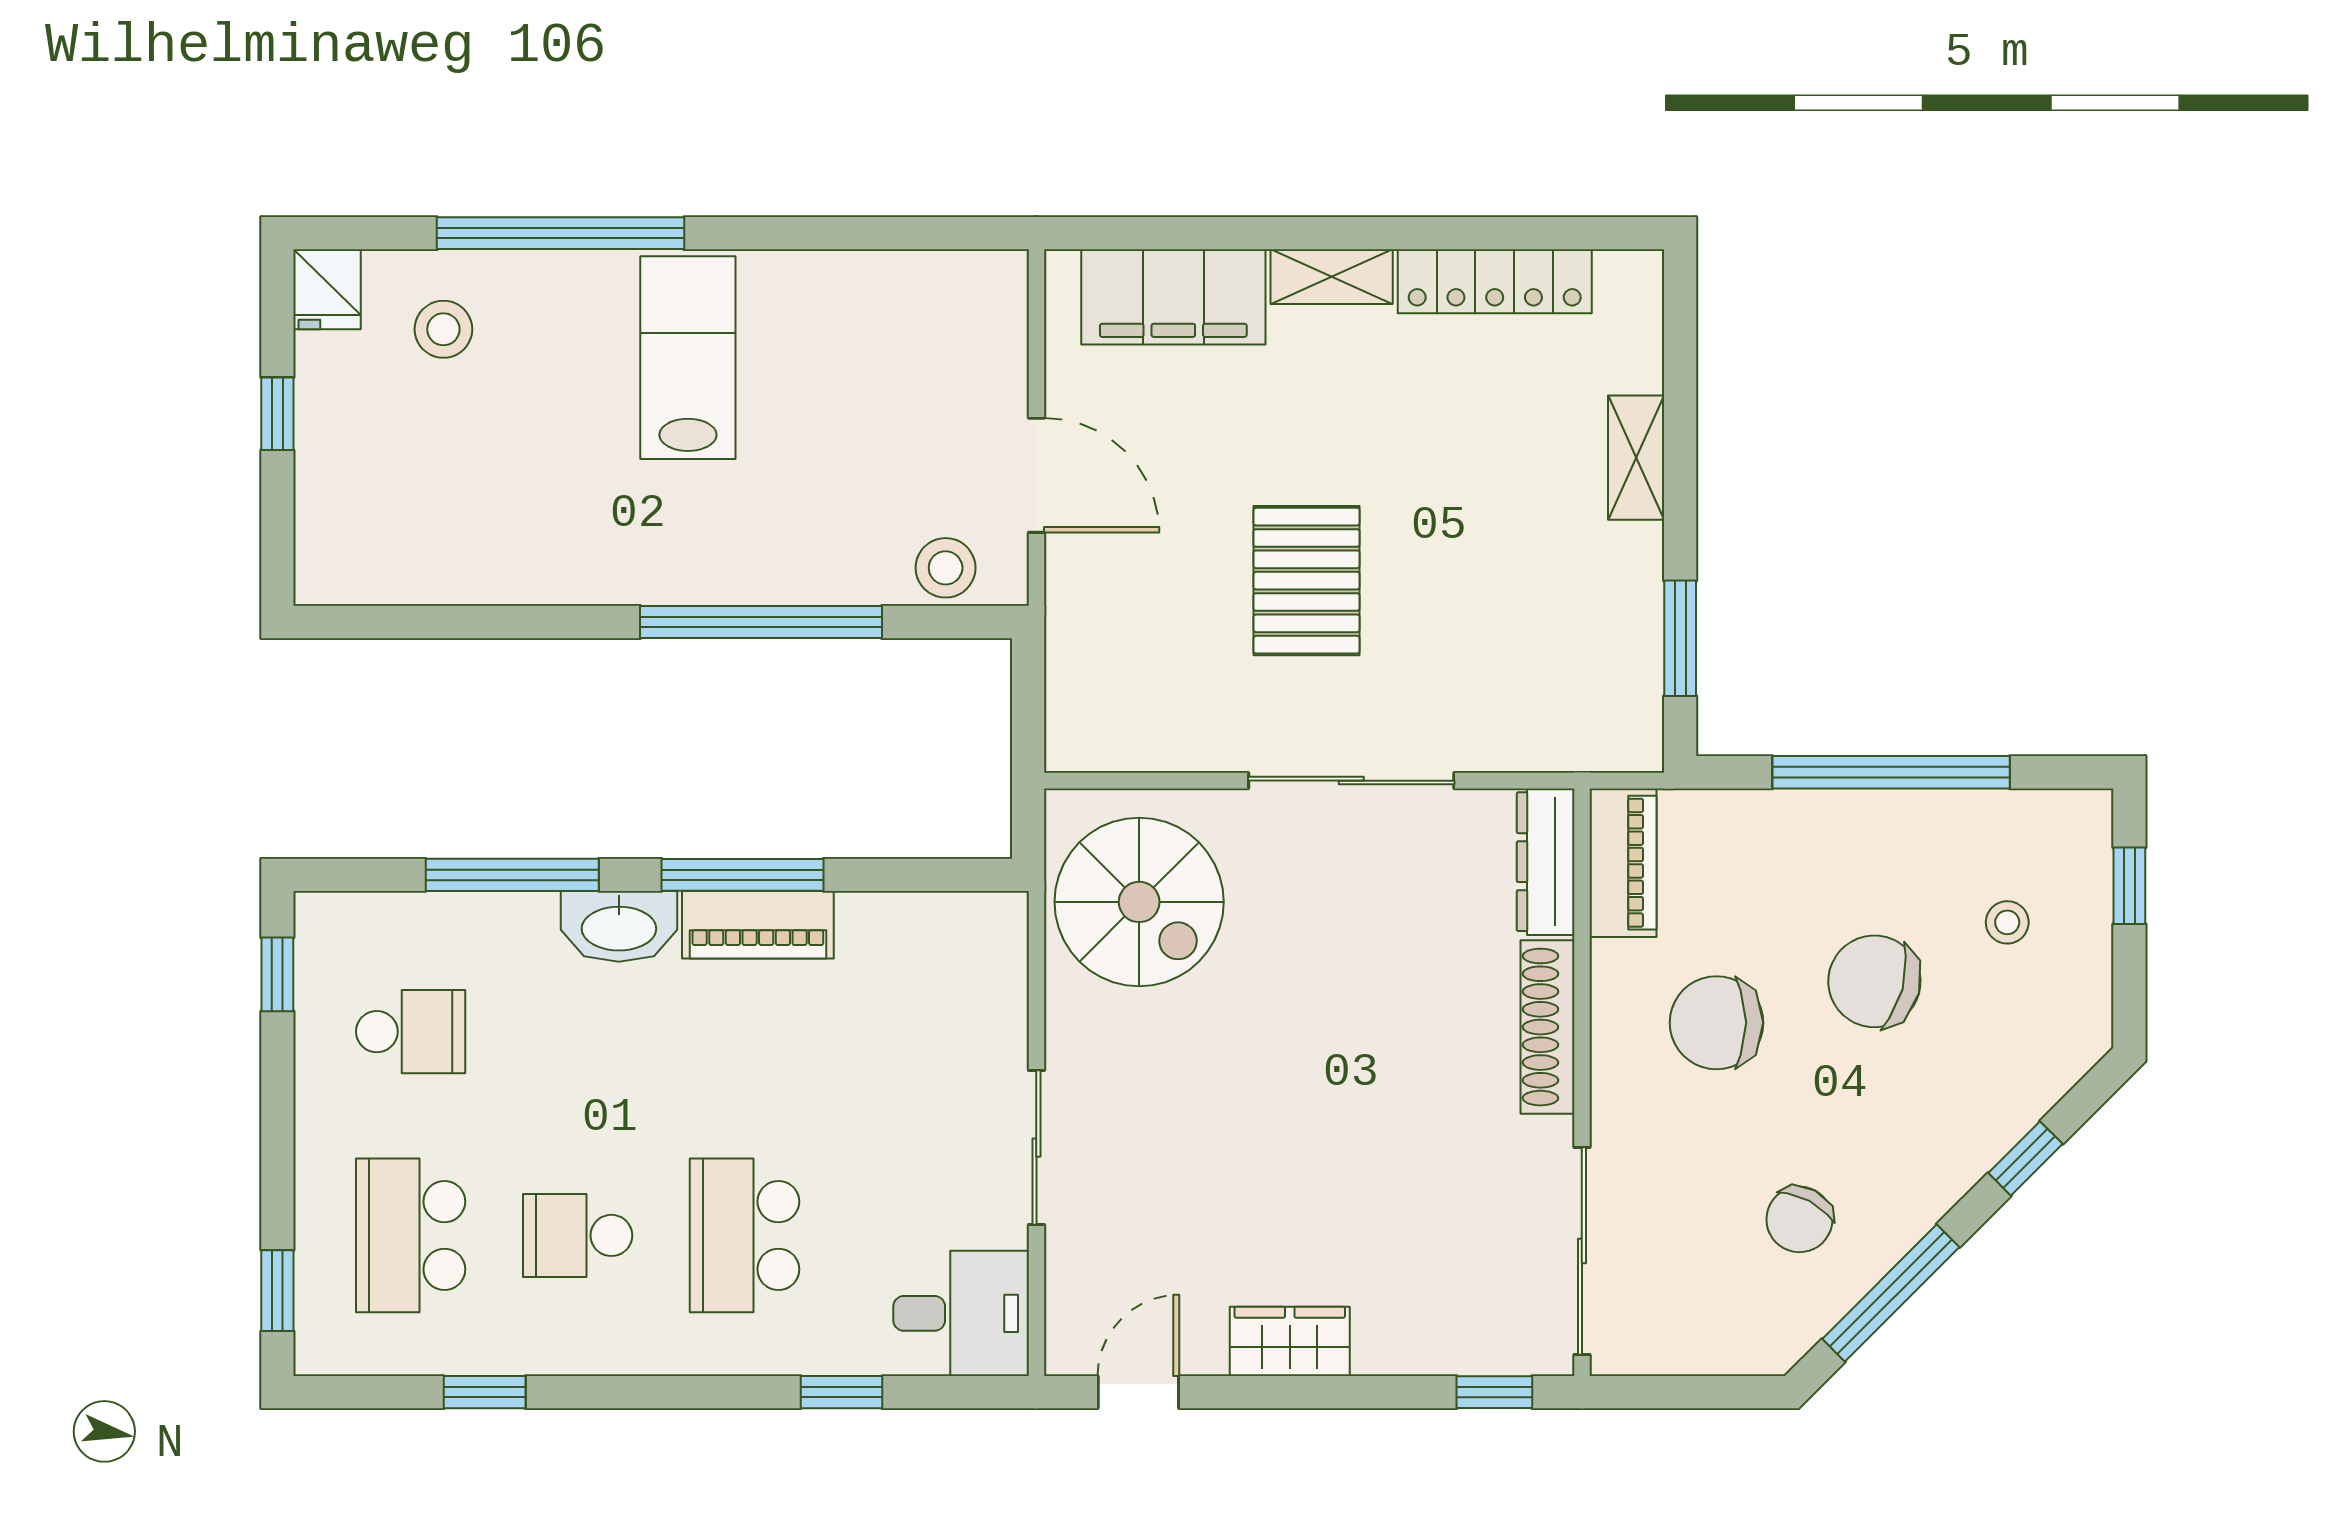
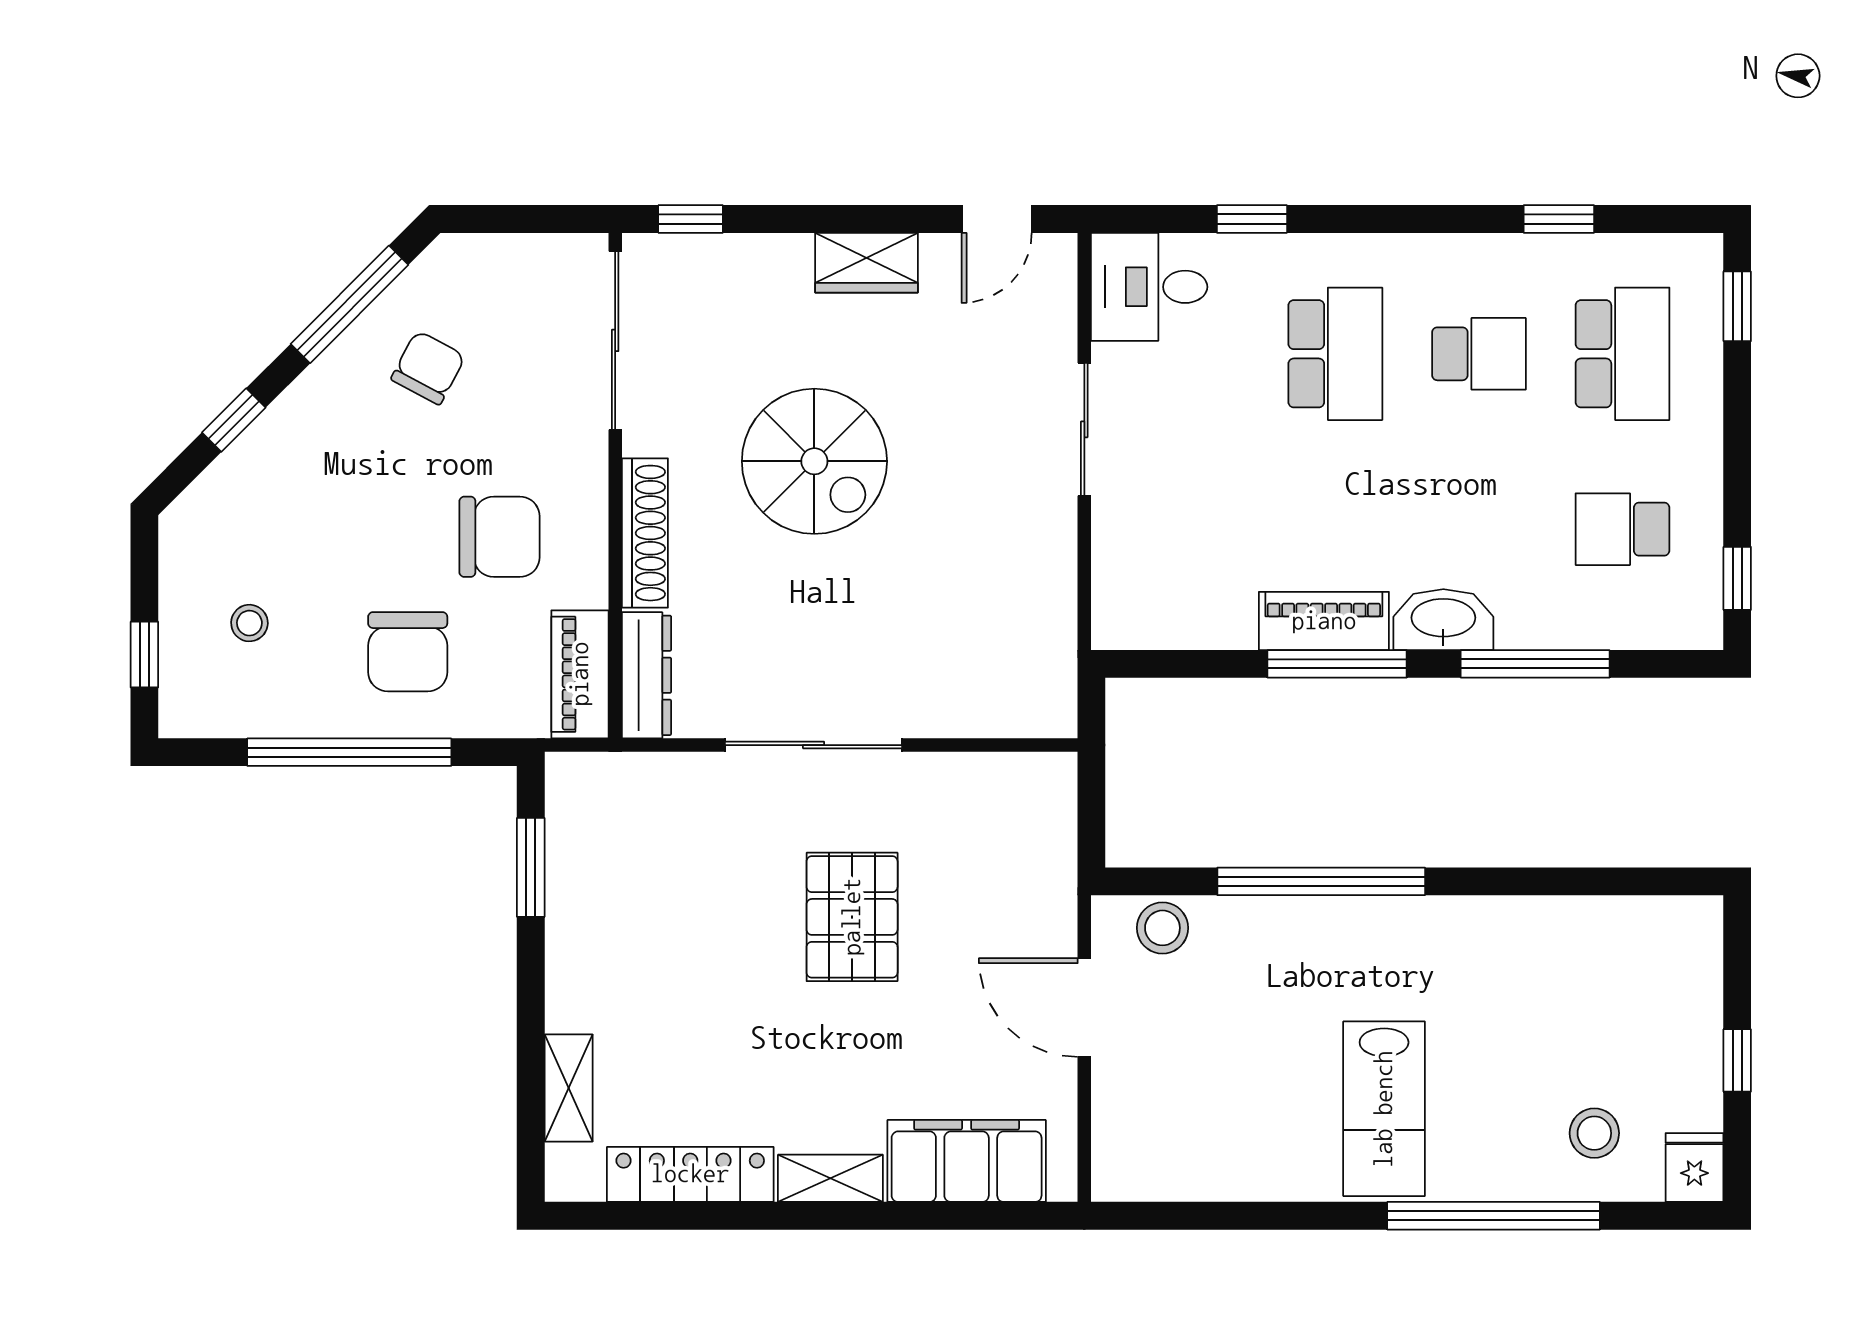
shelving: (1636, 458) -> (569, 1088), moved
spiral stairs: (1139, 902) -> (814, 461), moved, turned 180
chair: (1874, 981) -> (408, 652), moved, turned 75

